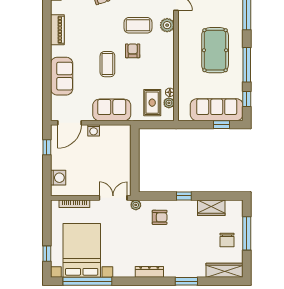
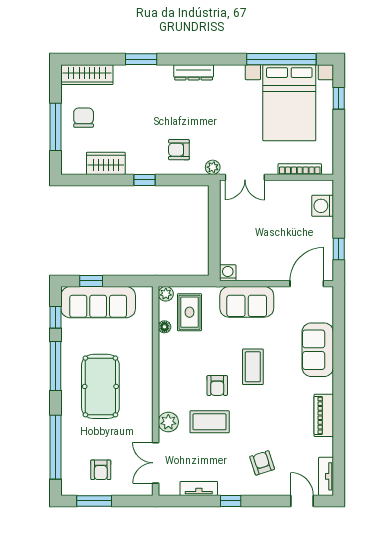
plant: (169, 103) -> (166, 294), moved
washing machine: (94, 130) -> (228, 273), moved

